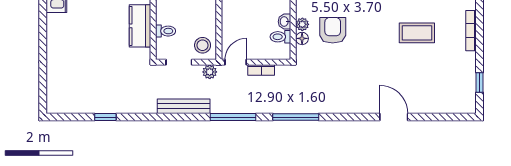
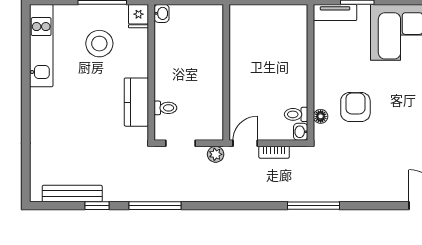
washbasin: (284, 22) -> (301, 132), moved
plant: (302, 24) -> (321, 100), removed
stool: (203, 45) -> (207, 124), removed
bench: (184, 106) -> (72, 193), moved
window: (233, 117) -> (155, 206), moved

